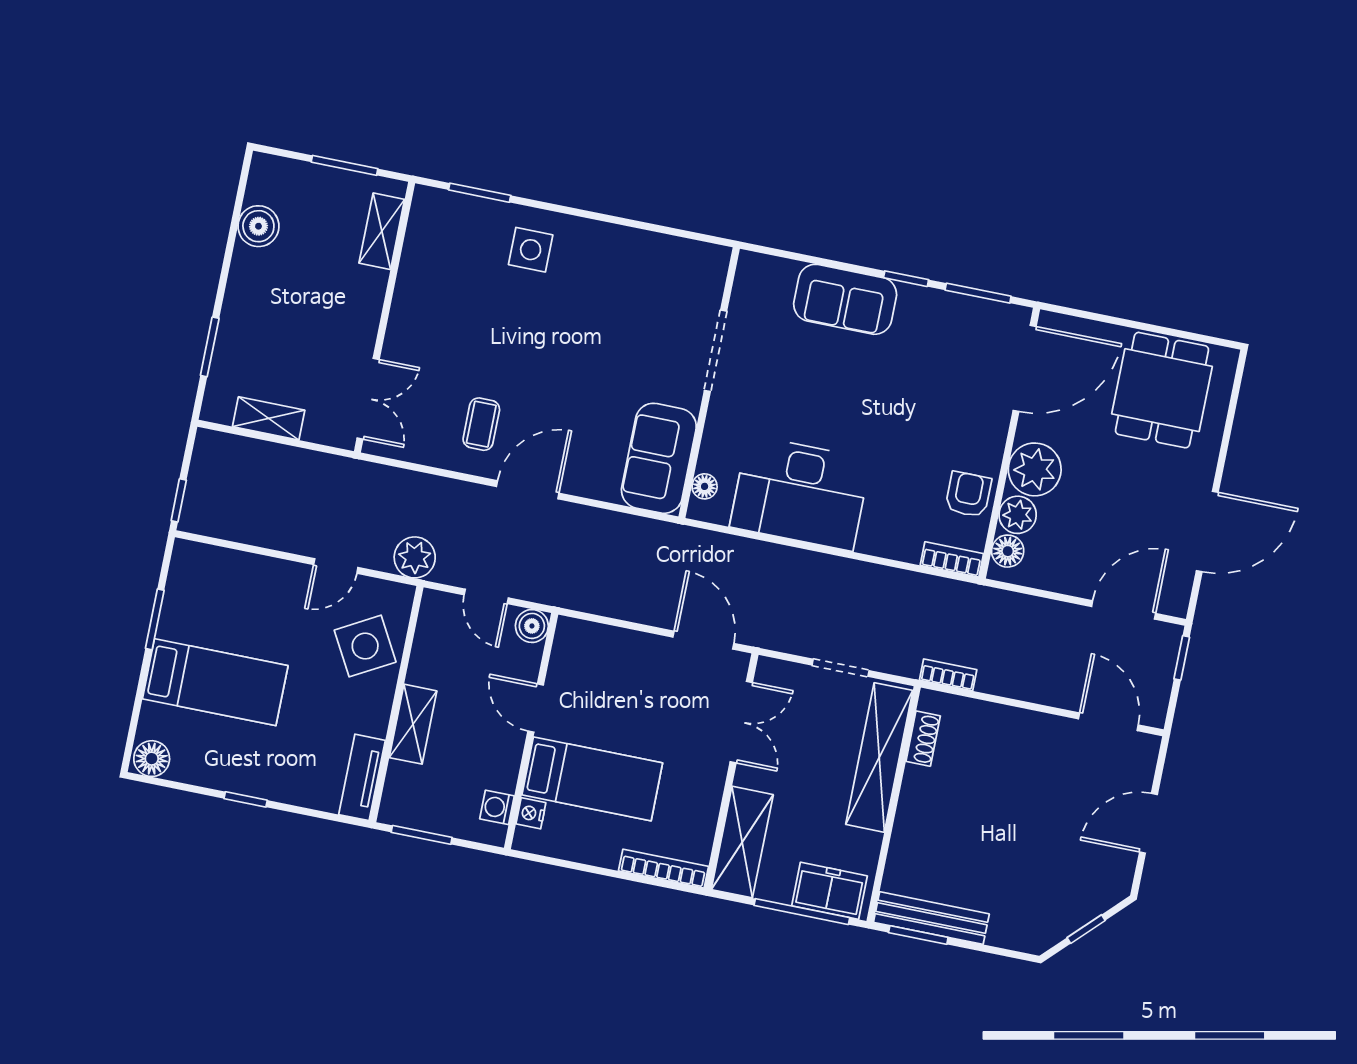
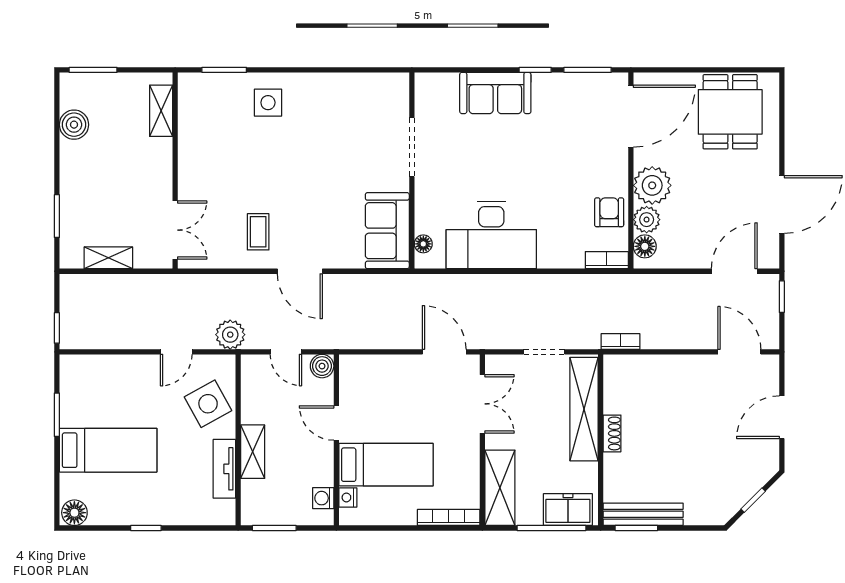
window: (344, 165) -> (93, 70), moved
door: (528, 490) -> (300, 271), swing flipped
shoe rack: (923, 739) -> (612, 433), moved
tv unit: (362, 777) -> (224, 469), moved

